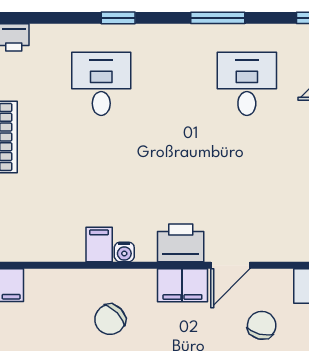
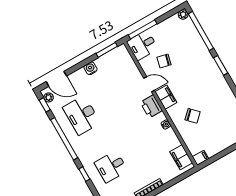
window: (218, 18) -> (64, 139), width x2.11
desk: (247, 84) -> (82, 115), width x1.37
filing cabinet: (99, 244) -> (181, 157), moved, width x2.00

